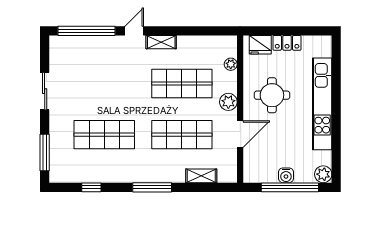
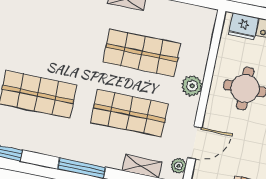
plant: (231, 64) -> (178, 166), moved
door: (240, 134) -> (195, 143), moved

